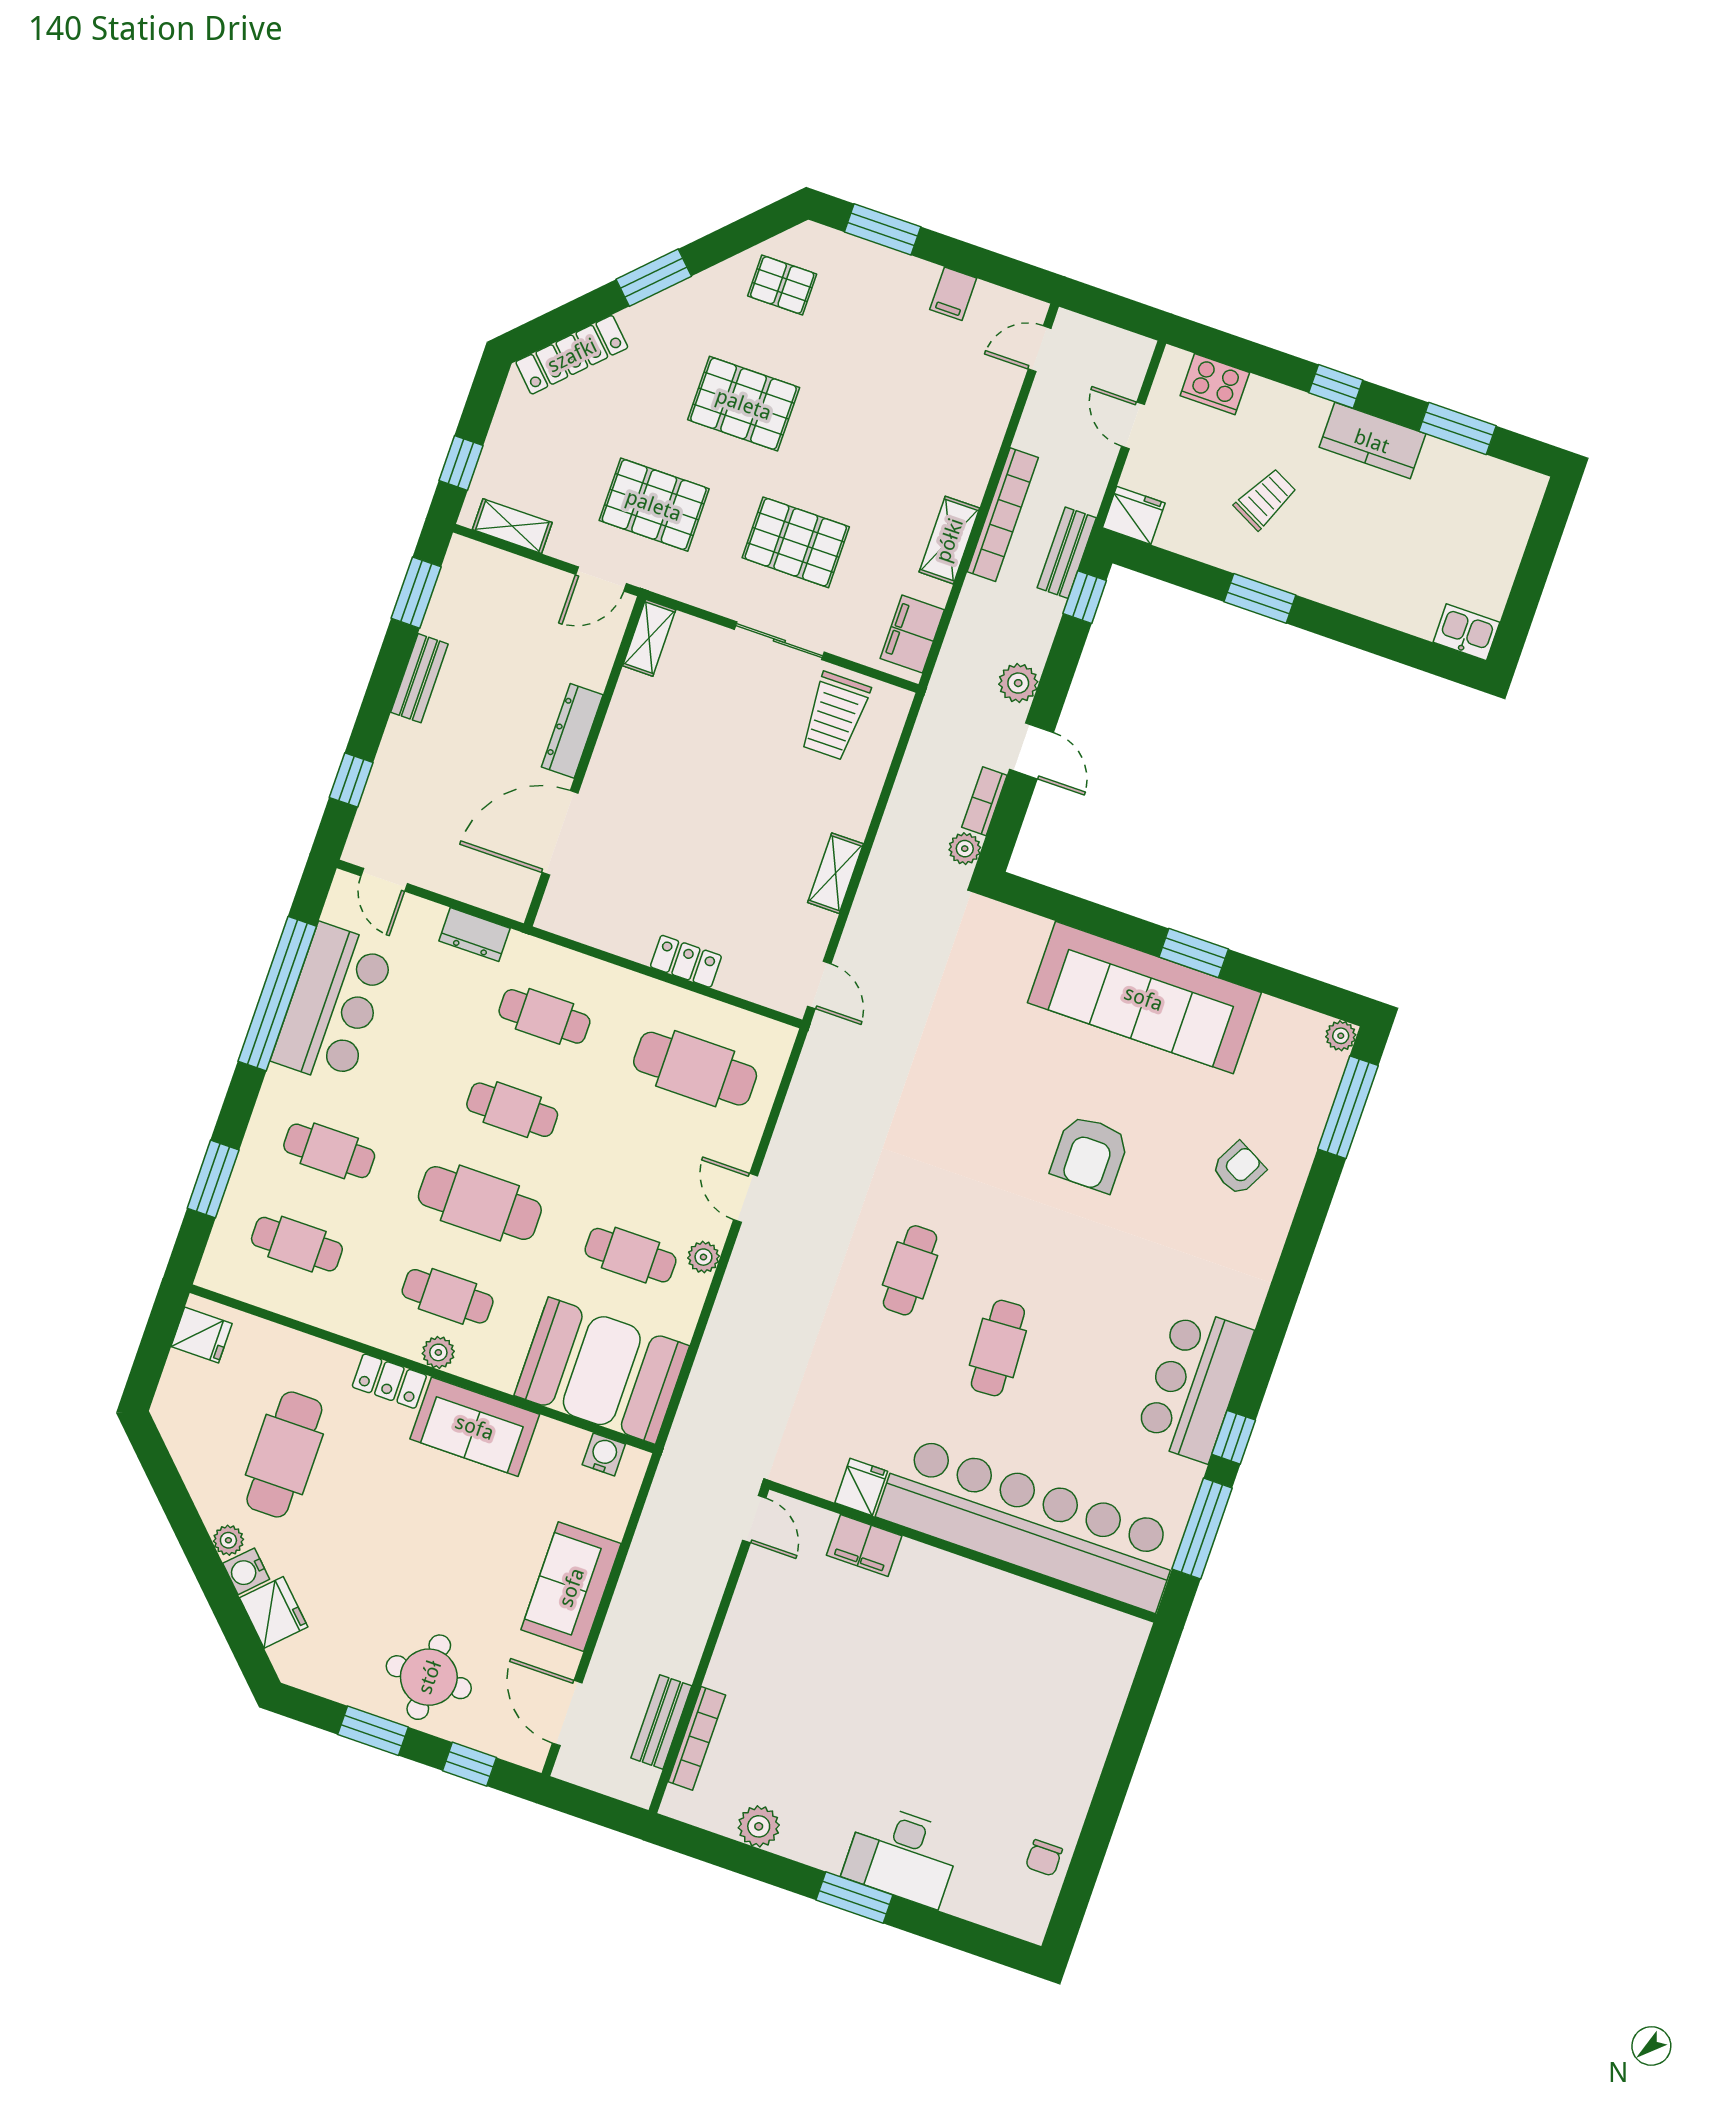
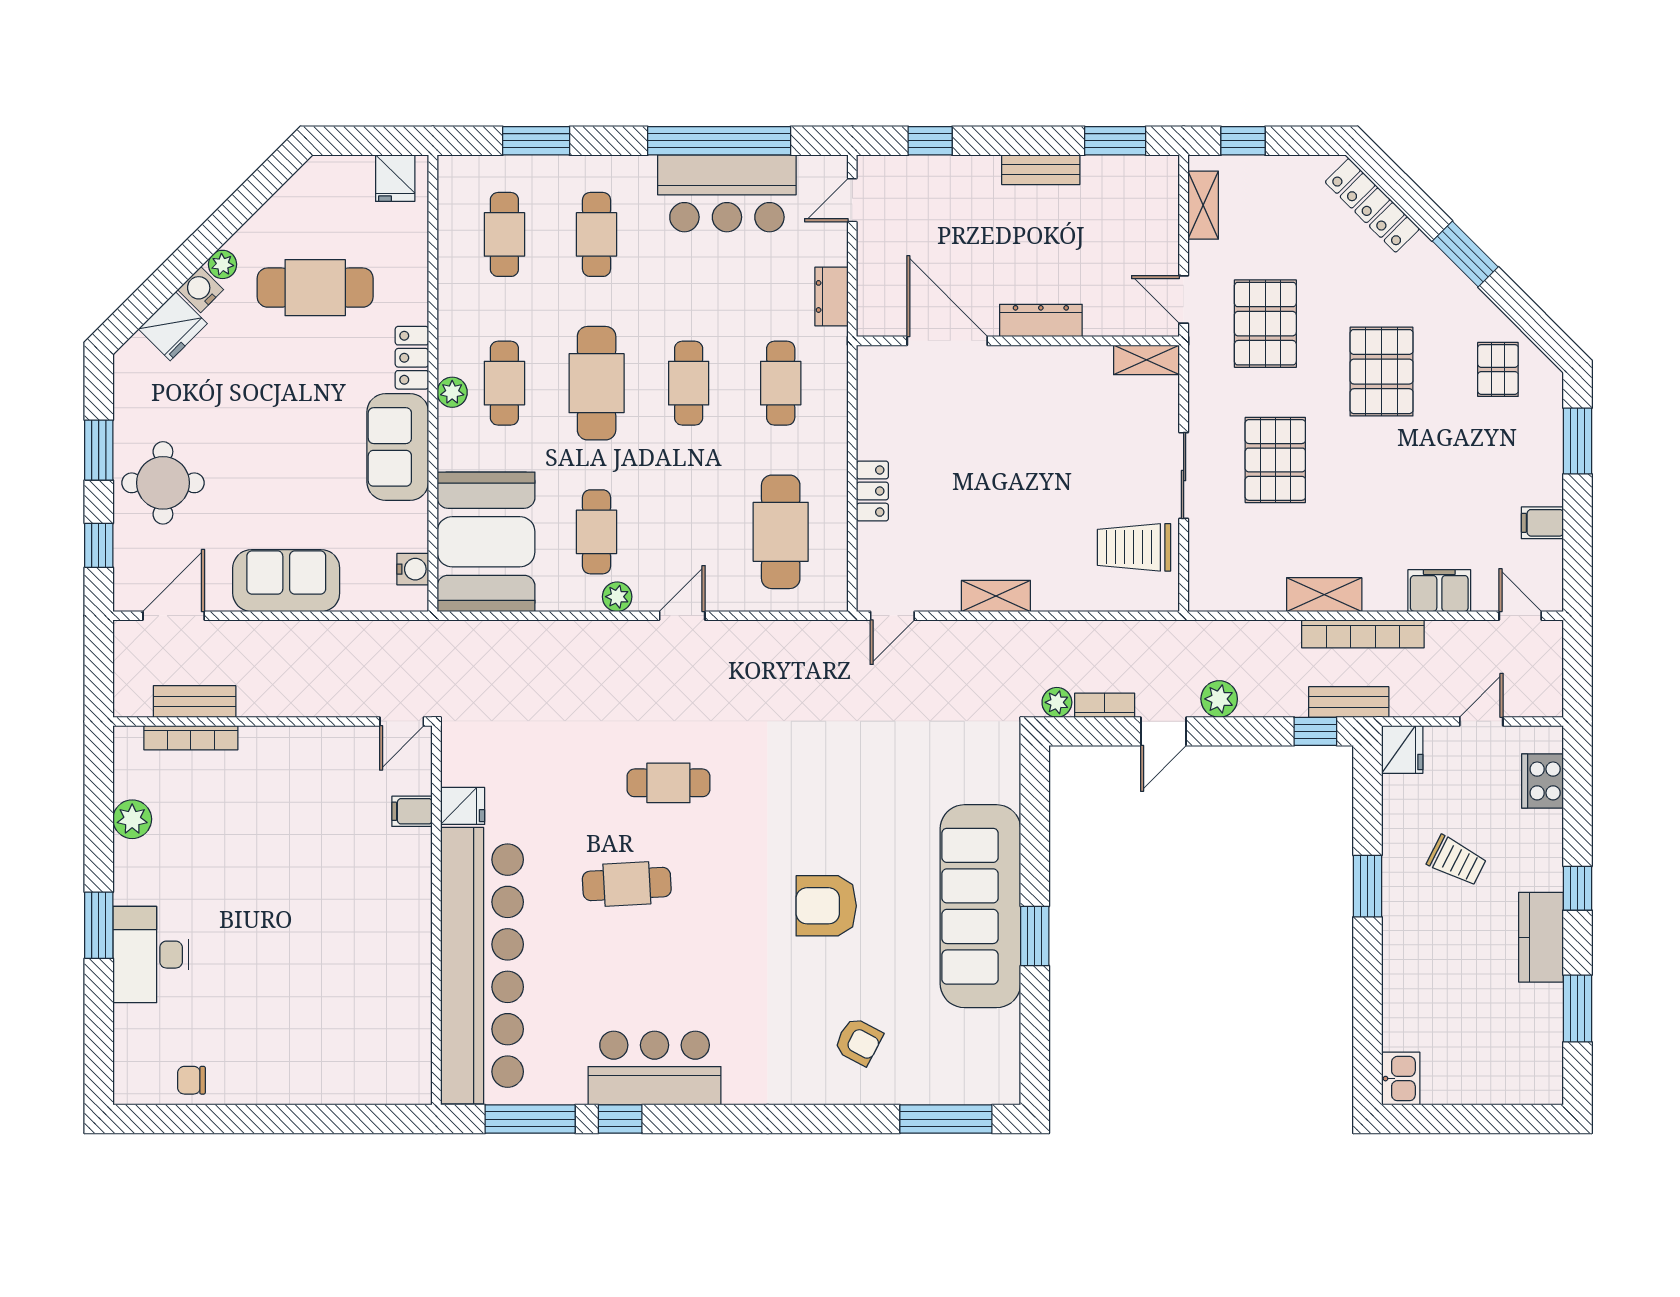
filing cabinet: (912, 634) -> (1439, 591), moved
plant: (1341, 1036) -> (1007, 1091), removed
filing cabinet: (864, 1545) -> (412, 811), width x0.50

